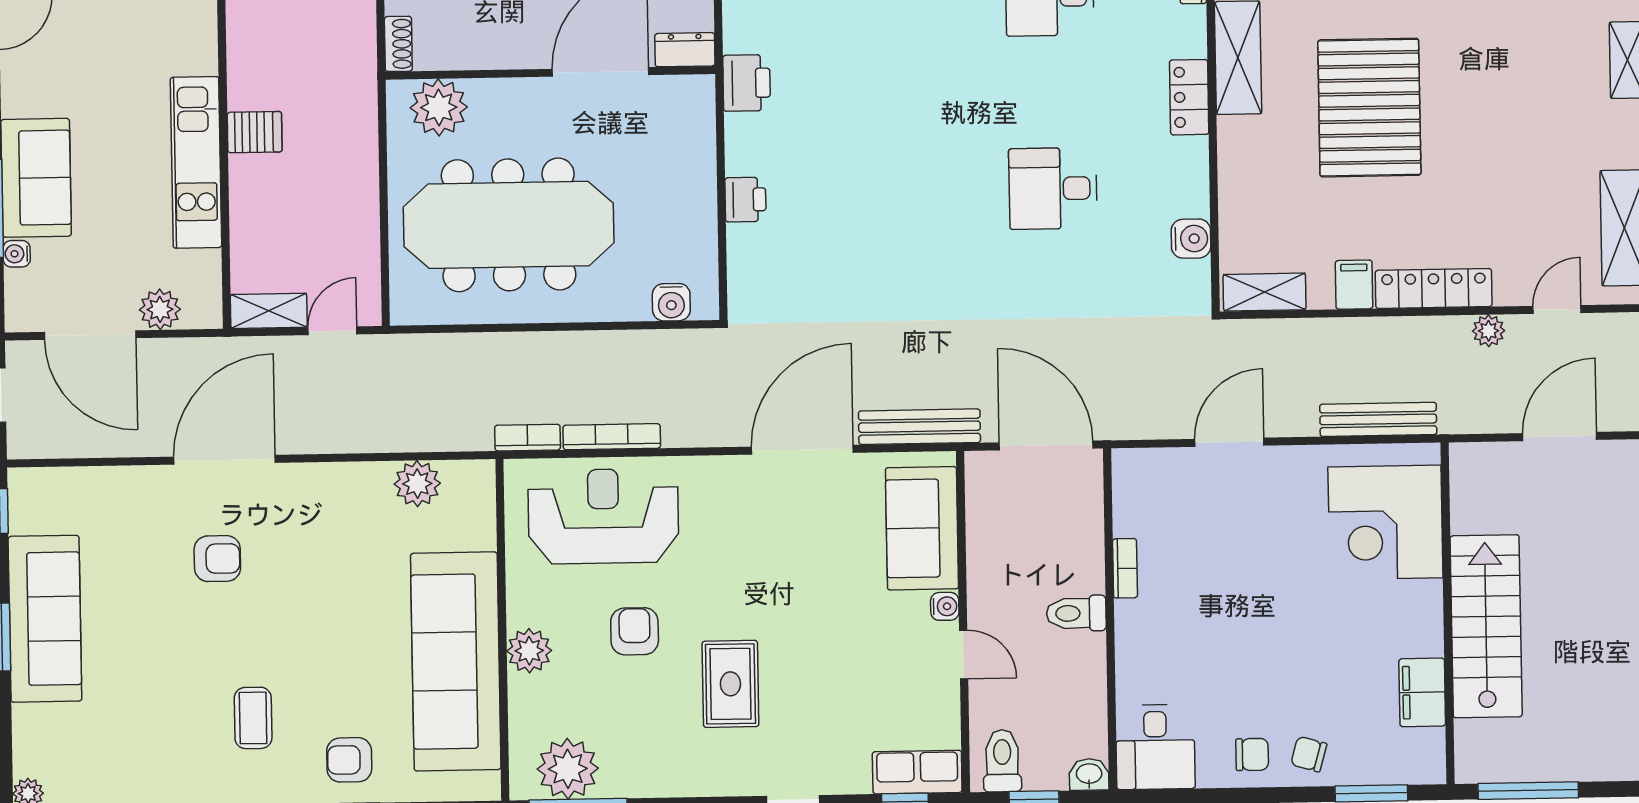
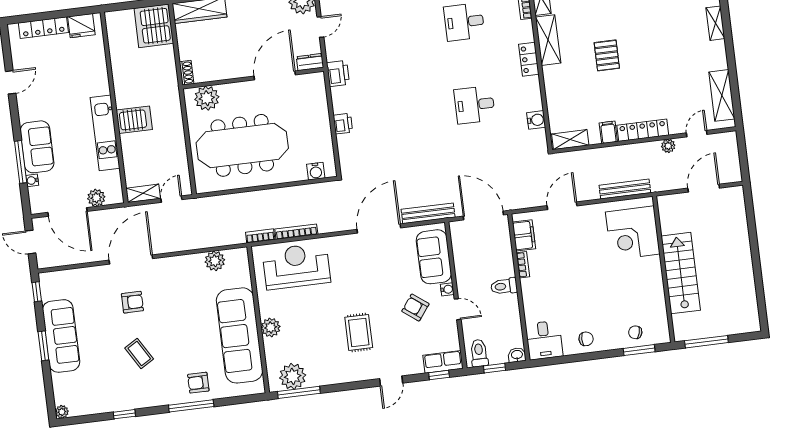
pallet: (1369, 108) -> (607, 55), width x0.49, depth x0.50
server rack: (255, 132) -> (134, 120), width x1.36, depth x1.44
armchair: (635, 631) -> (415, 308), moved, turned -53
filing cabinet: (1422, 692) -> (524, 235), moved, turned 180
coffee table: (253, 718) -> (139, 353), moved, turned -31
chair: (1309, 754) -> (635, 332), moved

